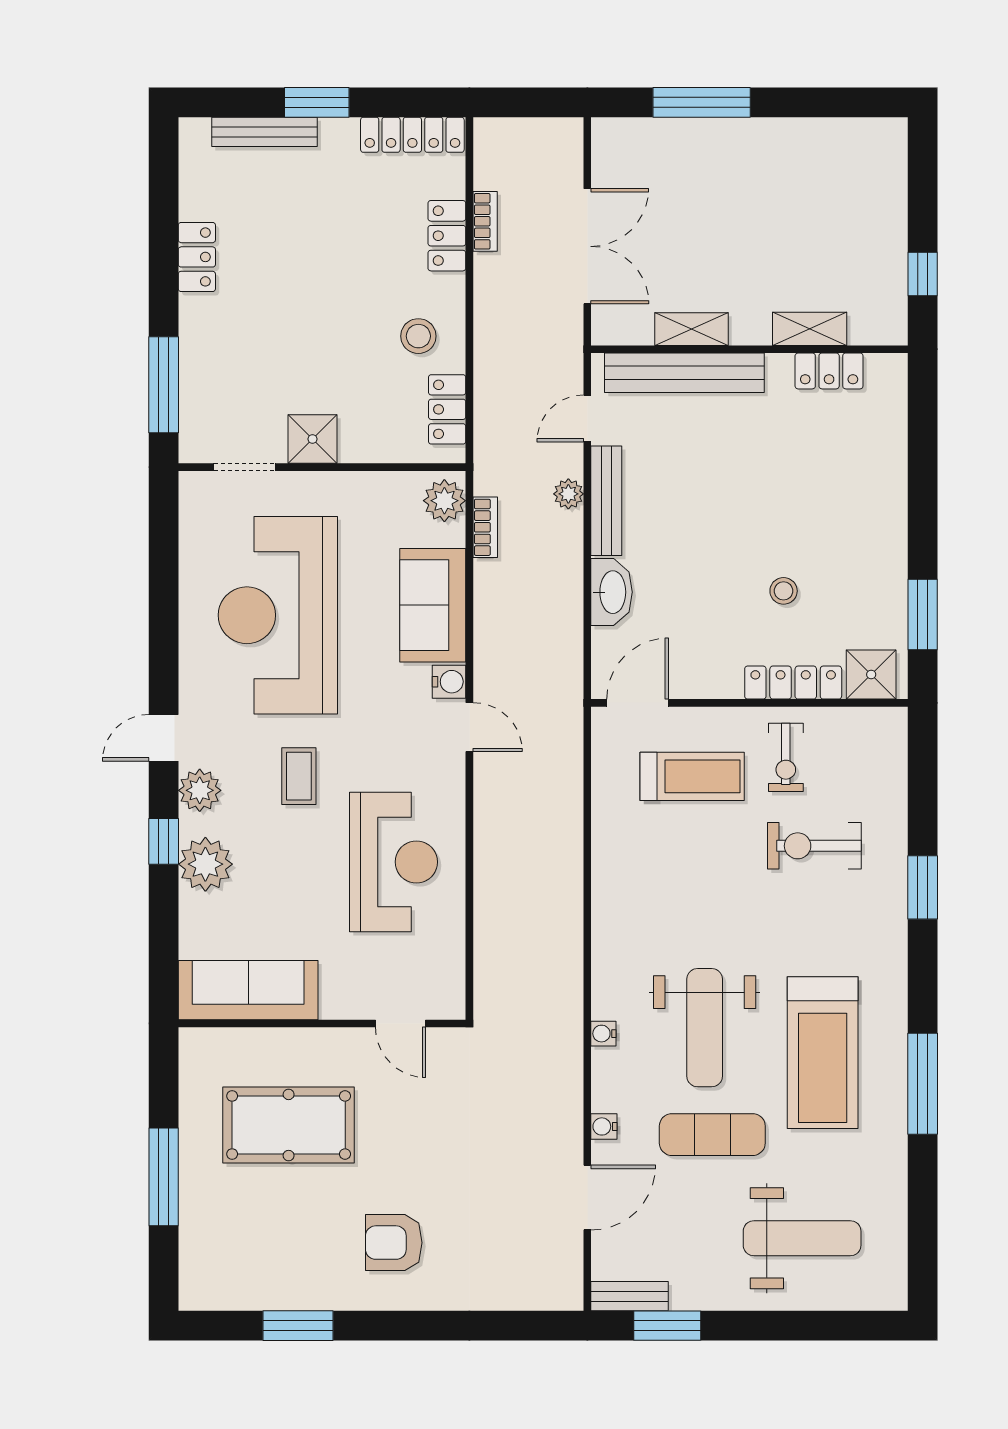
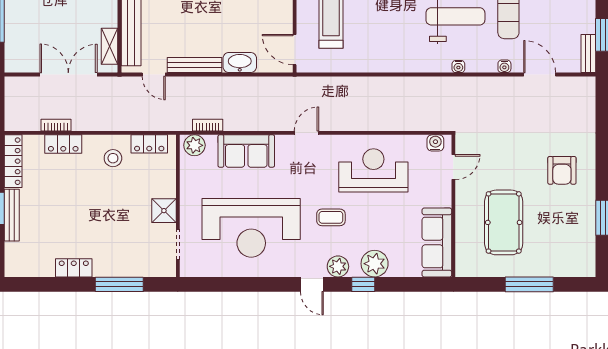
bench: (264, 132) -> (12, 215), moved
shelving: (691, 329) -> (109, 46), moved
window: (164, 385) -> (119, 284), moved
plant: (568, 494) -> (191, 84), removed
water cooler: (449, 682) -> (435, 143), moved

